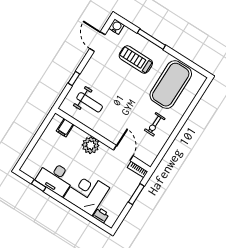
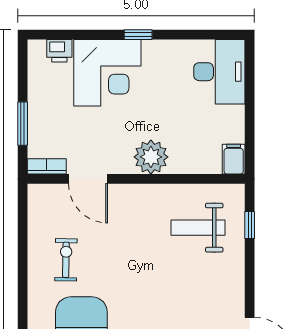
window: (74, 79) -> (250, 225), moved
filing cabinet: (65, 128) -> (234, 159), moved
desk: (55, 178) -> (219, 72), moved, turned 90
window: (39, 185) -> (138, 35), moved

